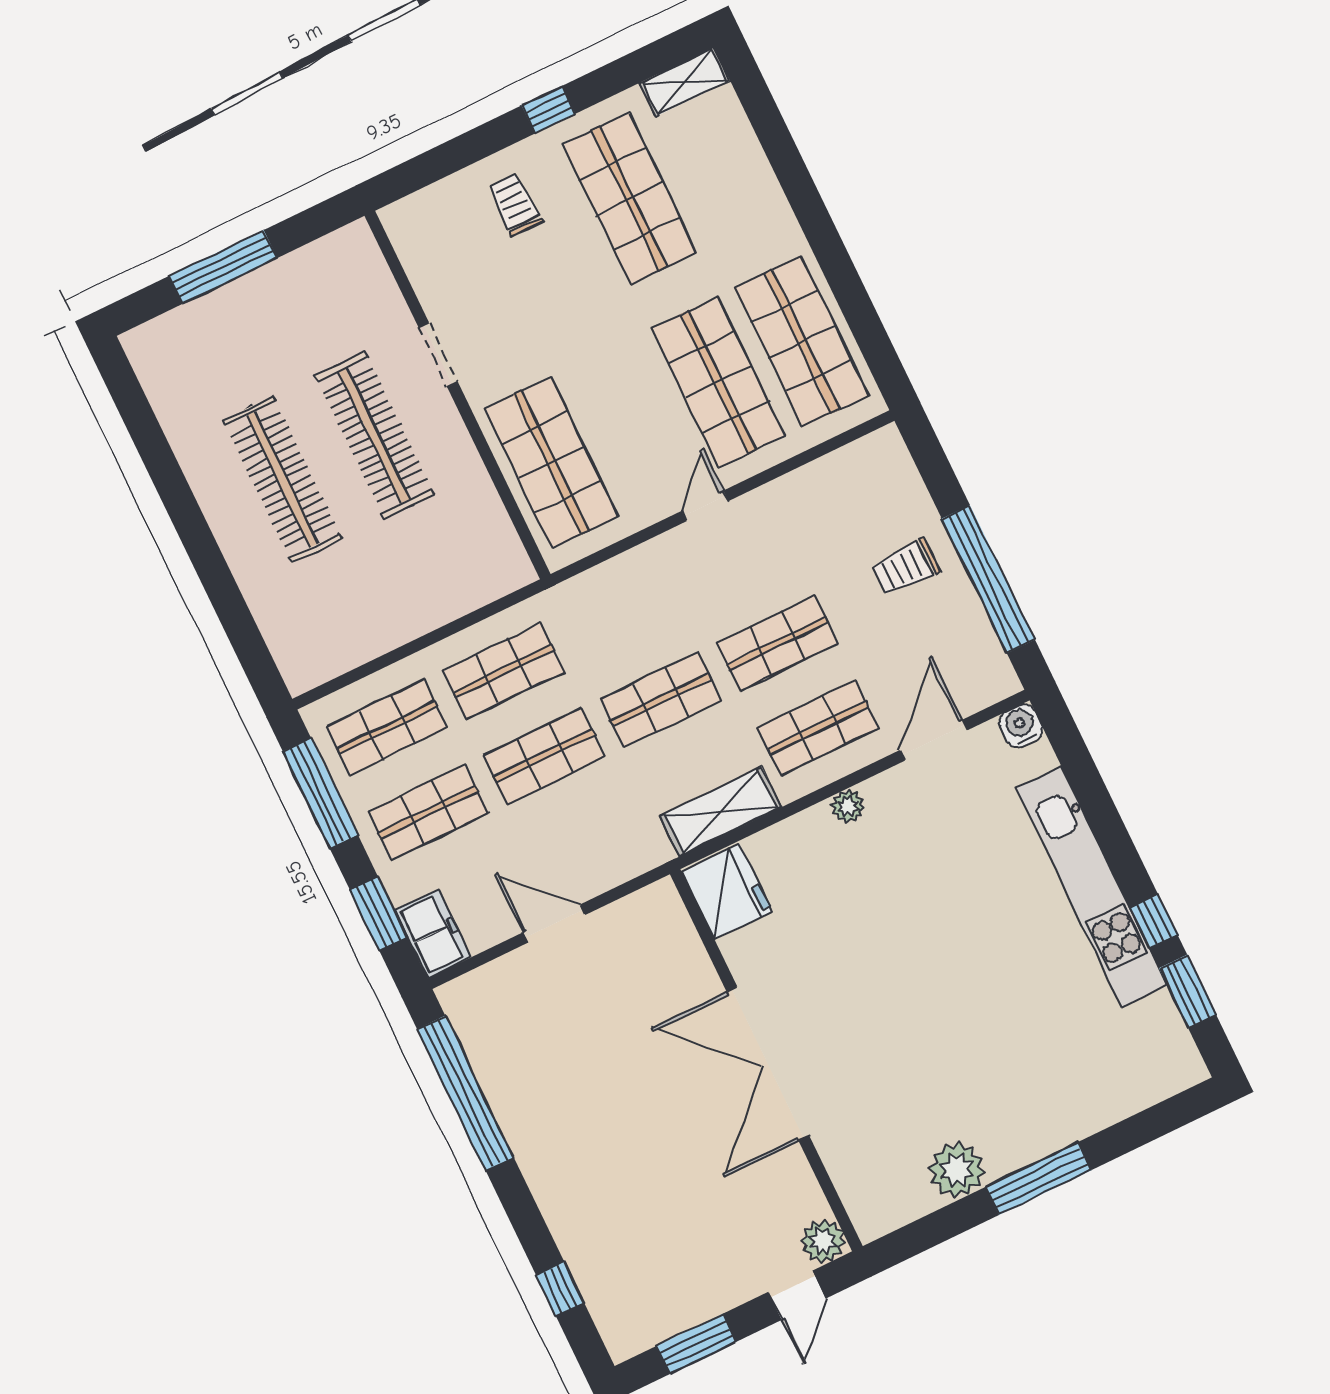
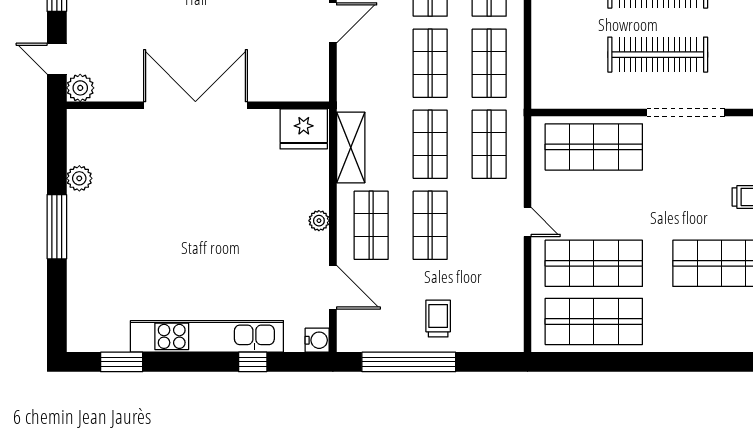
doorway: (438, 355) -> (686, 113), width x1.87
shop shelf: (620, 615) -> (489, 144), added
window: (1154, 921) -> (253, 362), moved
plant: (957, 1170) -> (79, 178), width x0.73, depth x0.73

